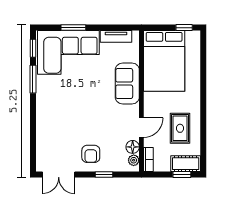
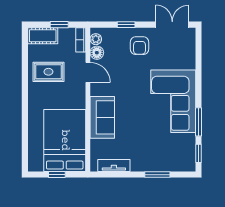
window: (184, 28) -> (57, 175), moved
corner sofa: (68, 52) -> (173, 101), moved, turned -90
door: (141, 128) -> (88, 72), swing flipped
rug: (180, 128) -> (48, 72), turned 90
armchair: (91, 154) -> (139, 46), turned 180
window: (182, 175) -> (59, 25), moved

